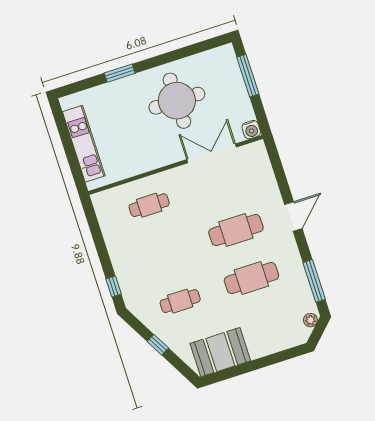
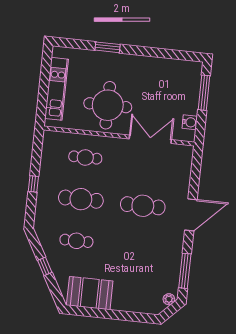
round table: (177, 101) -> (108, 105), moved
water cooler: (251, 130) -> (190, 122), moved, turned -90
door: (293, 217) -> (191, 215), width x1.36
cafe table: (251, 278) -> (81, 199), moved
window: (114, 286) -> (33, 184), moved

